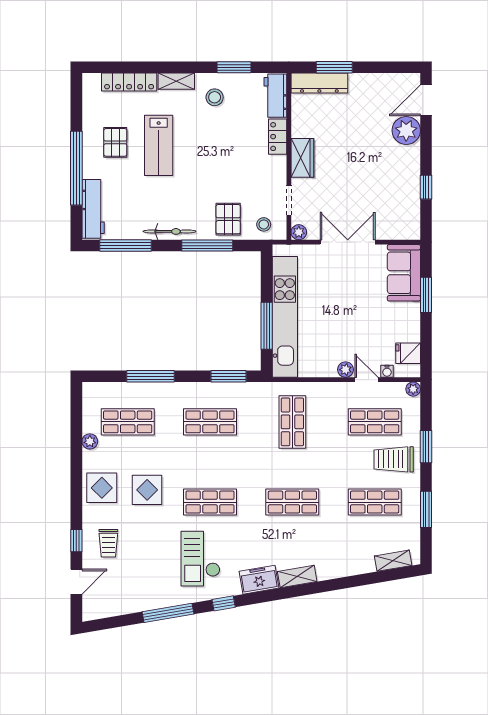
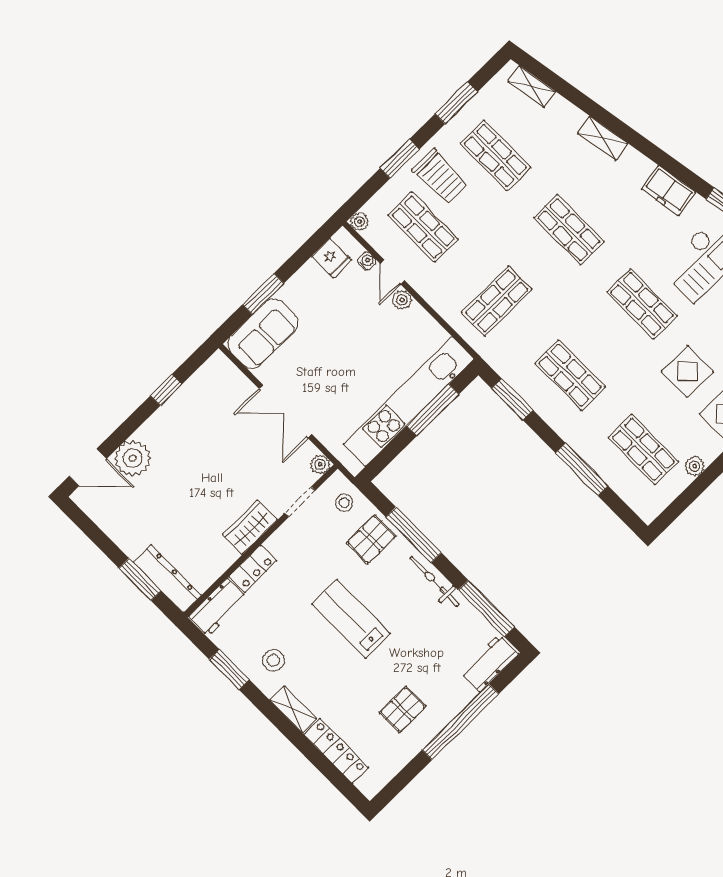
lab bench: (159, 145) -> (351, 619), moved, turned -90
workbench: (93, 209) -> (489, 663), width x0.73
shelving: (297, 577) -> (603, 138), moved

